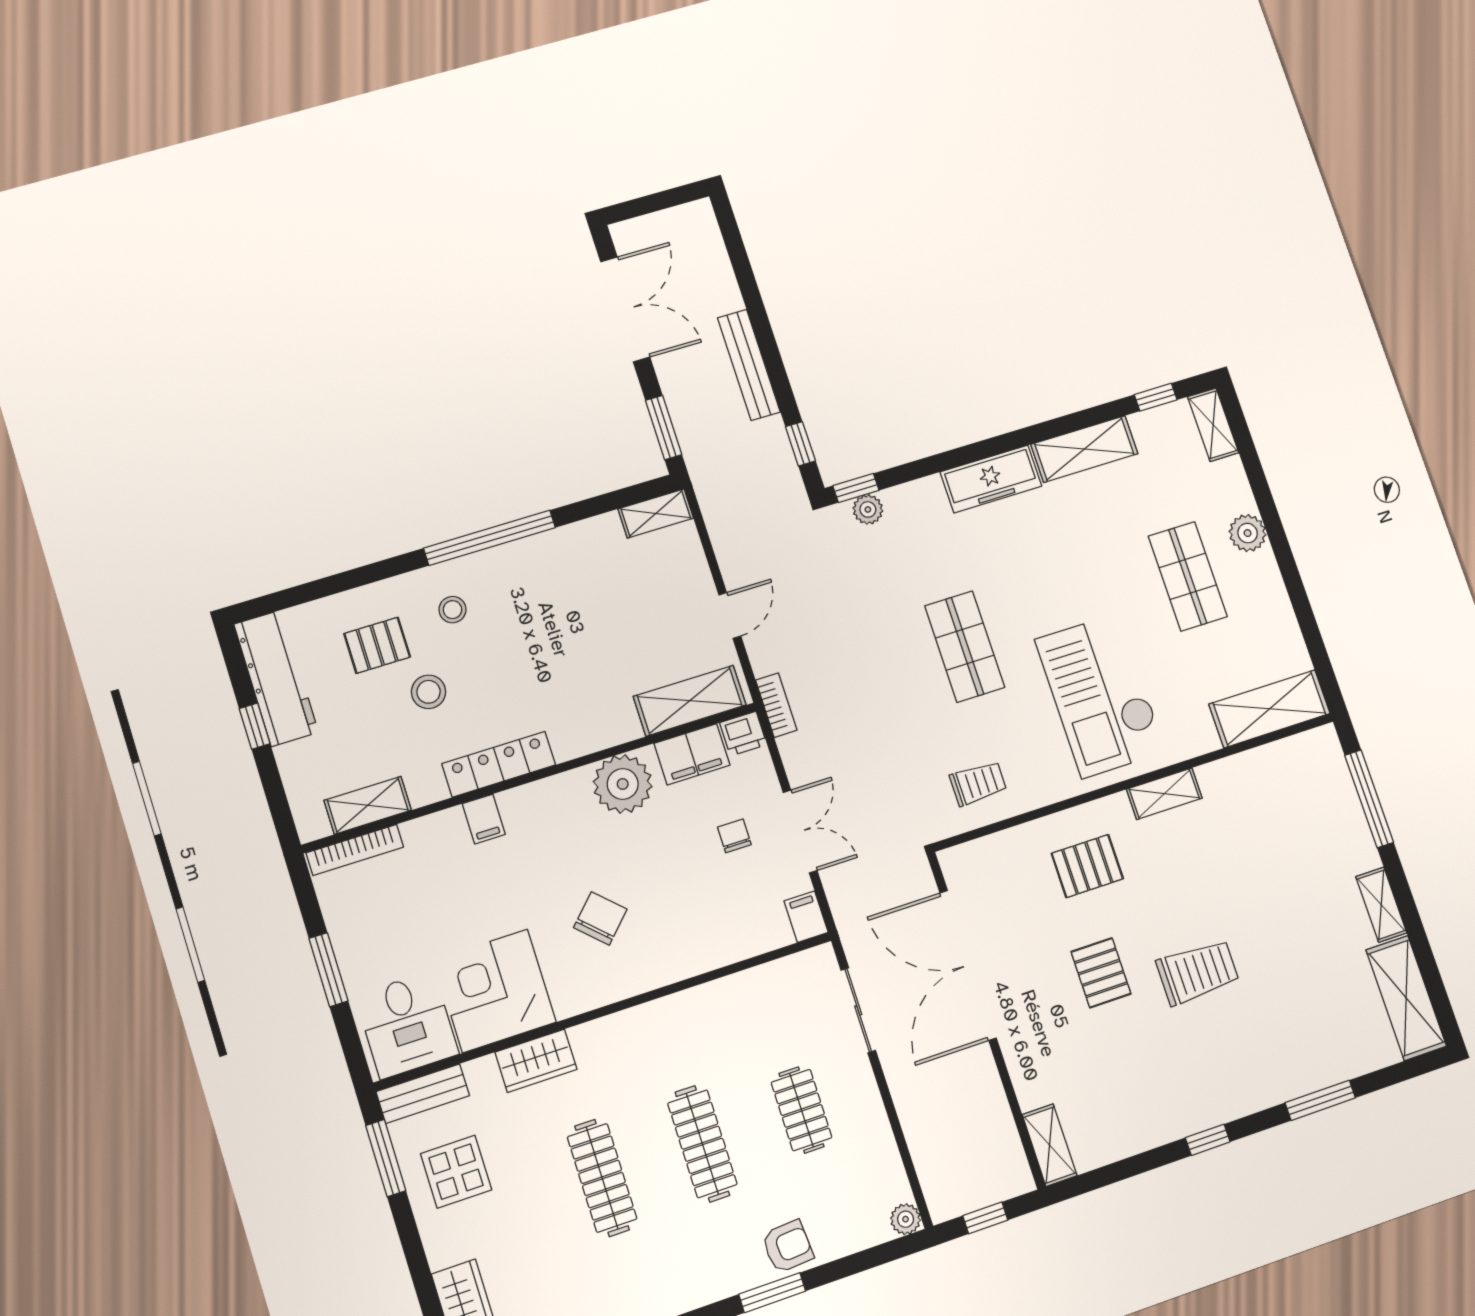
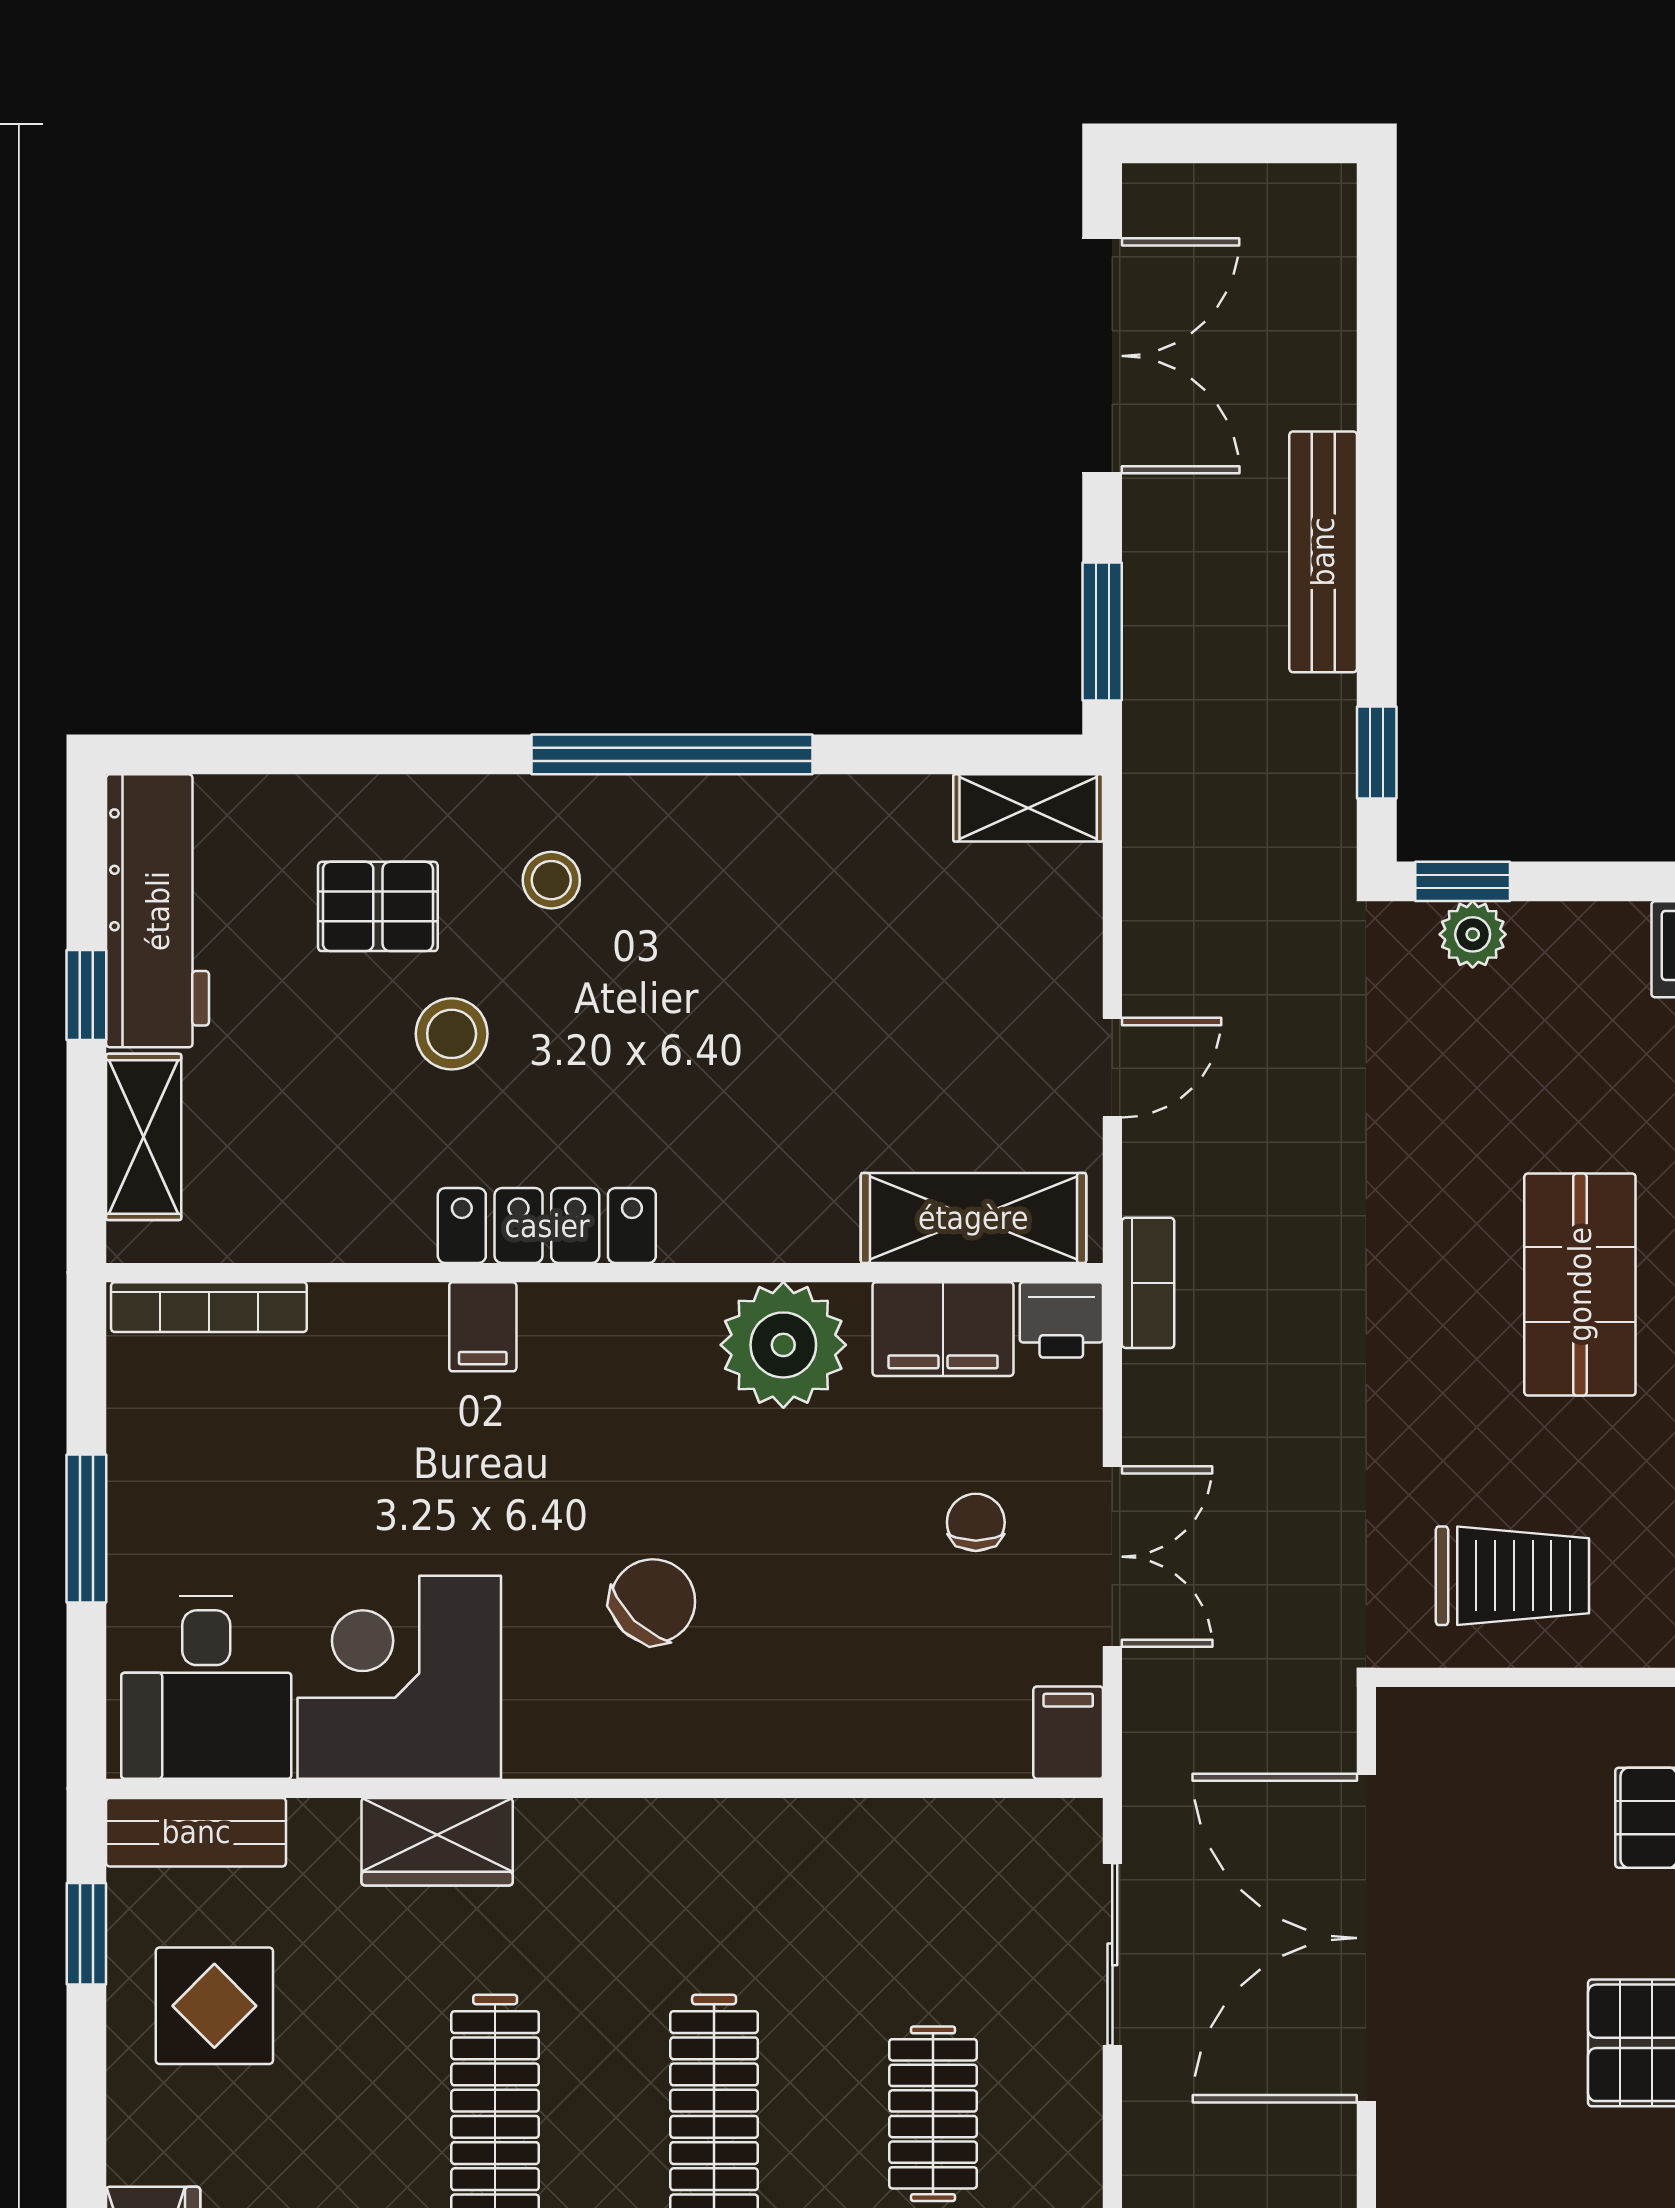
trolley: (978, 783) -> (1512, 1576), width x1.36, depth x1.39
shelving: (368, 805) -> (144, 1137), moved, turned 90
window: (386, 1158) -> (86, 1934), width x0.67

